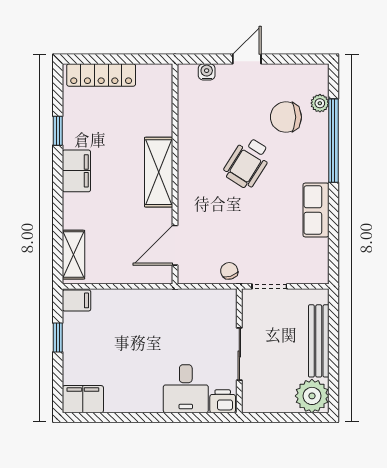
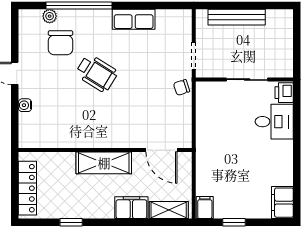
filing cabinet: (76, 171) -> (131, 208), moved
shelving: (159, 172) -> (104, 163), moved
wall: (175, 174) -> (105, 150), moved
door: (175, 245) -> (161, 150), moved
plant: (312, 396) -> (280, 22), removed

